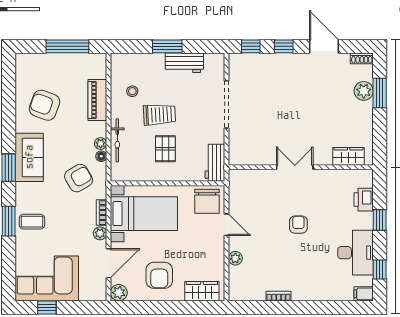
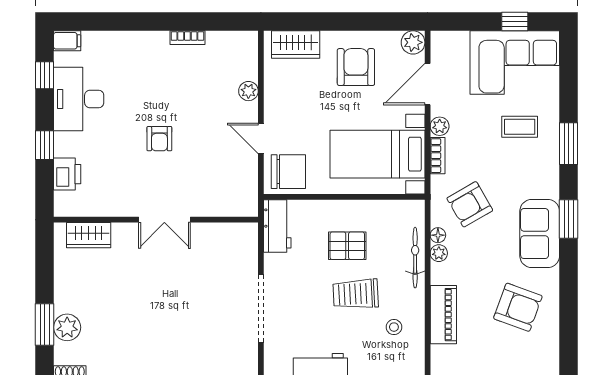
pallet: (165, 149) -> (347, 246), turned 90
chair: (207, 201) -> (288, 172), turned 90
coffee table: (32, 222) -> (520, 127), moved

